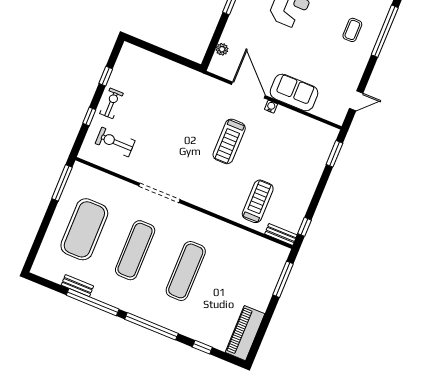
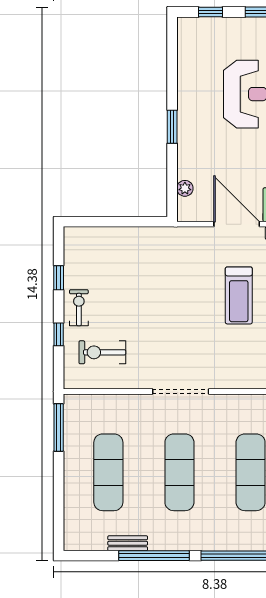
exercise mat: (84, 229) -> (108, 472), width x0.68

